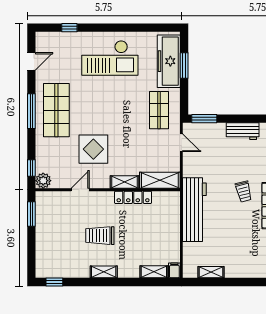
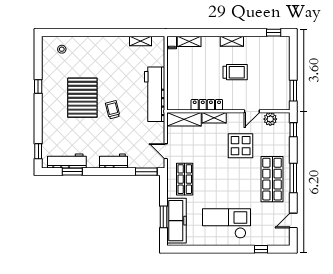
plant: (43, 181) -> (270, 119), moved

